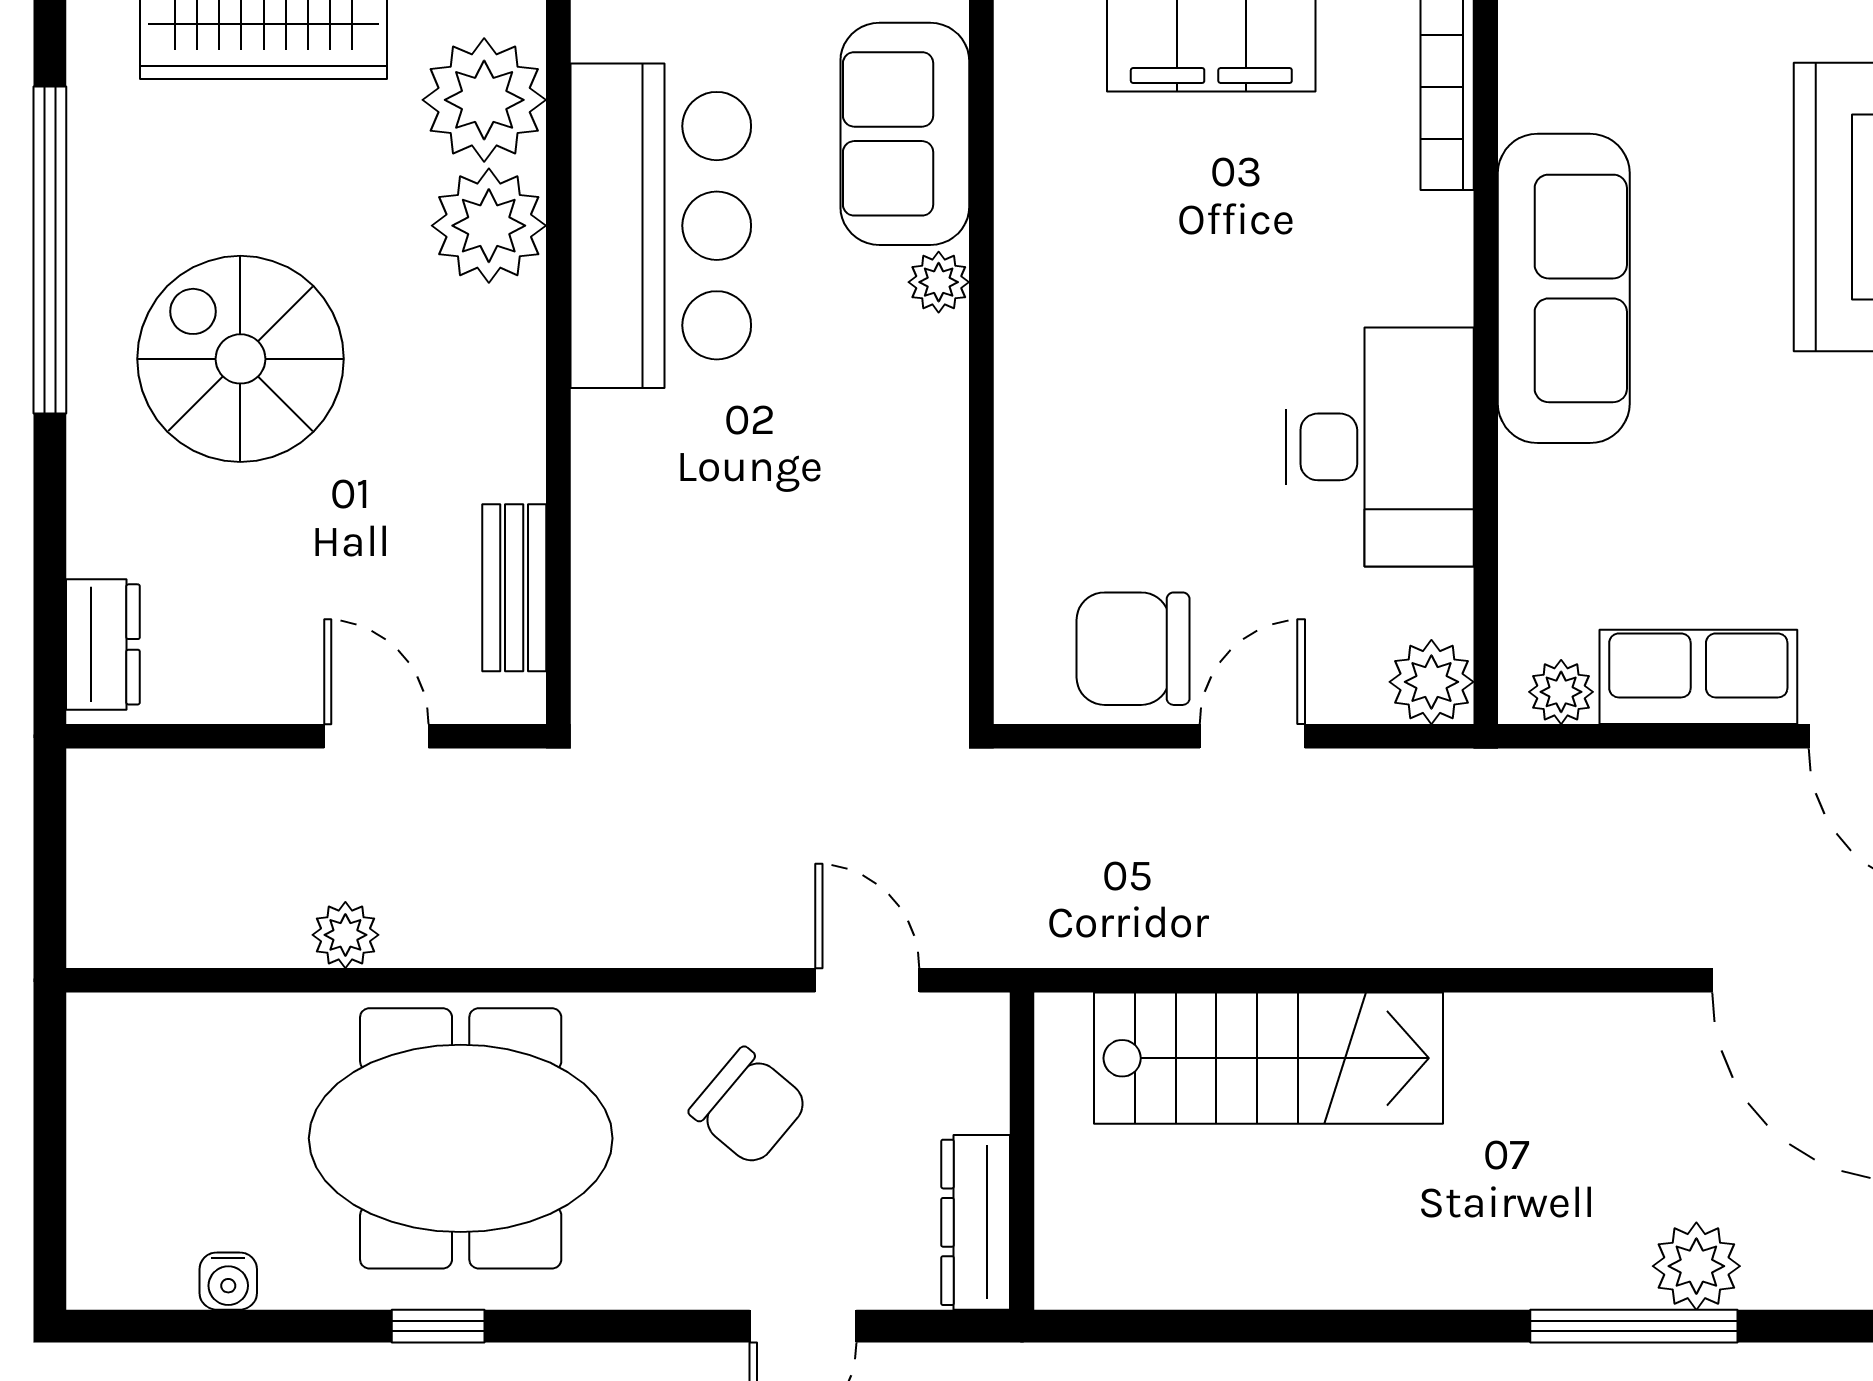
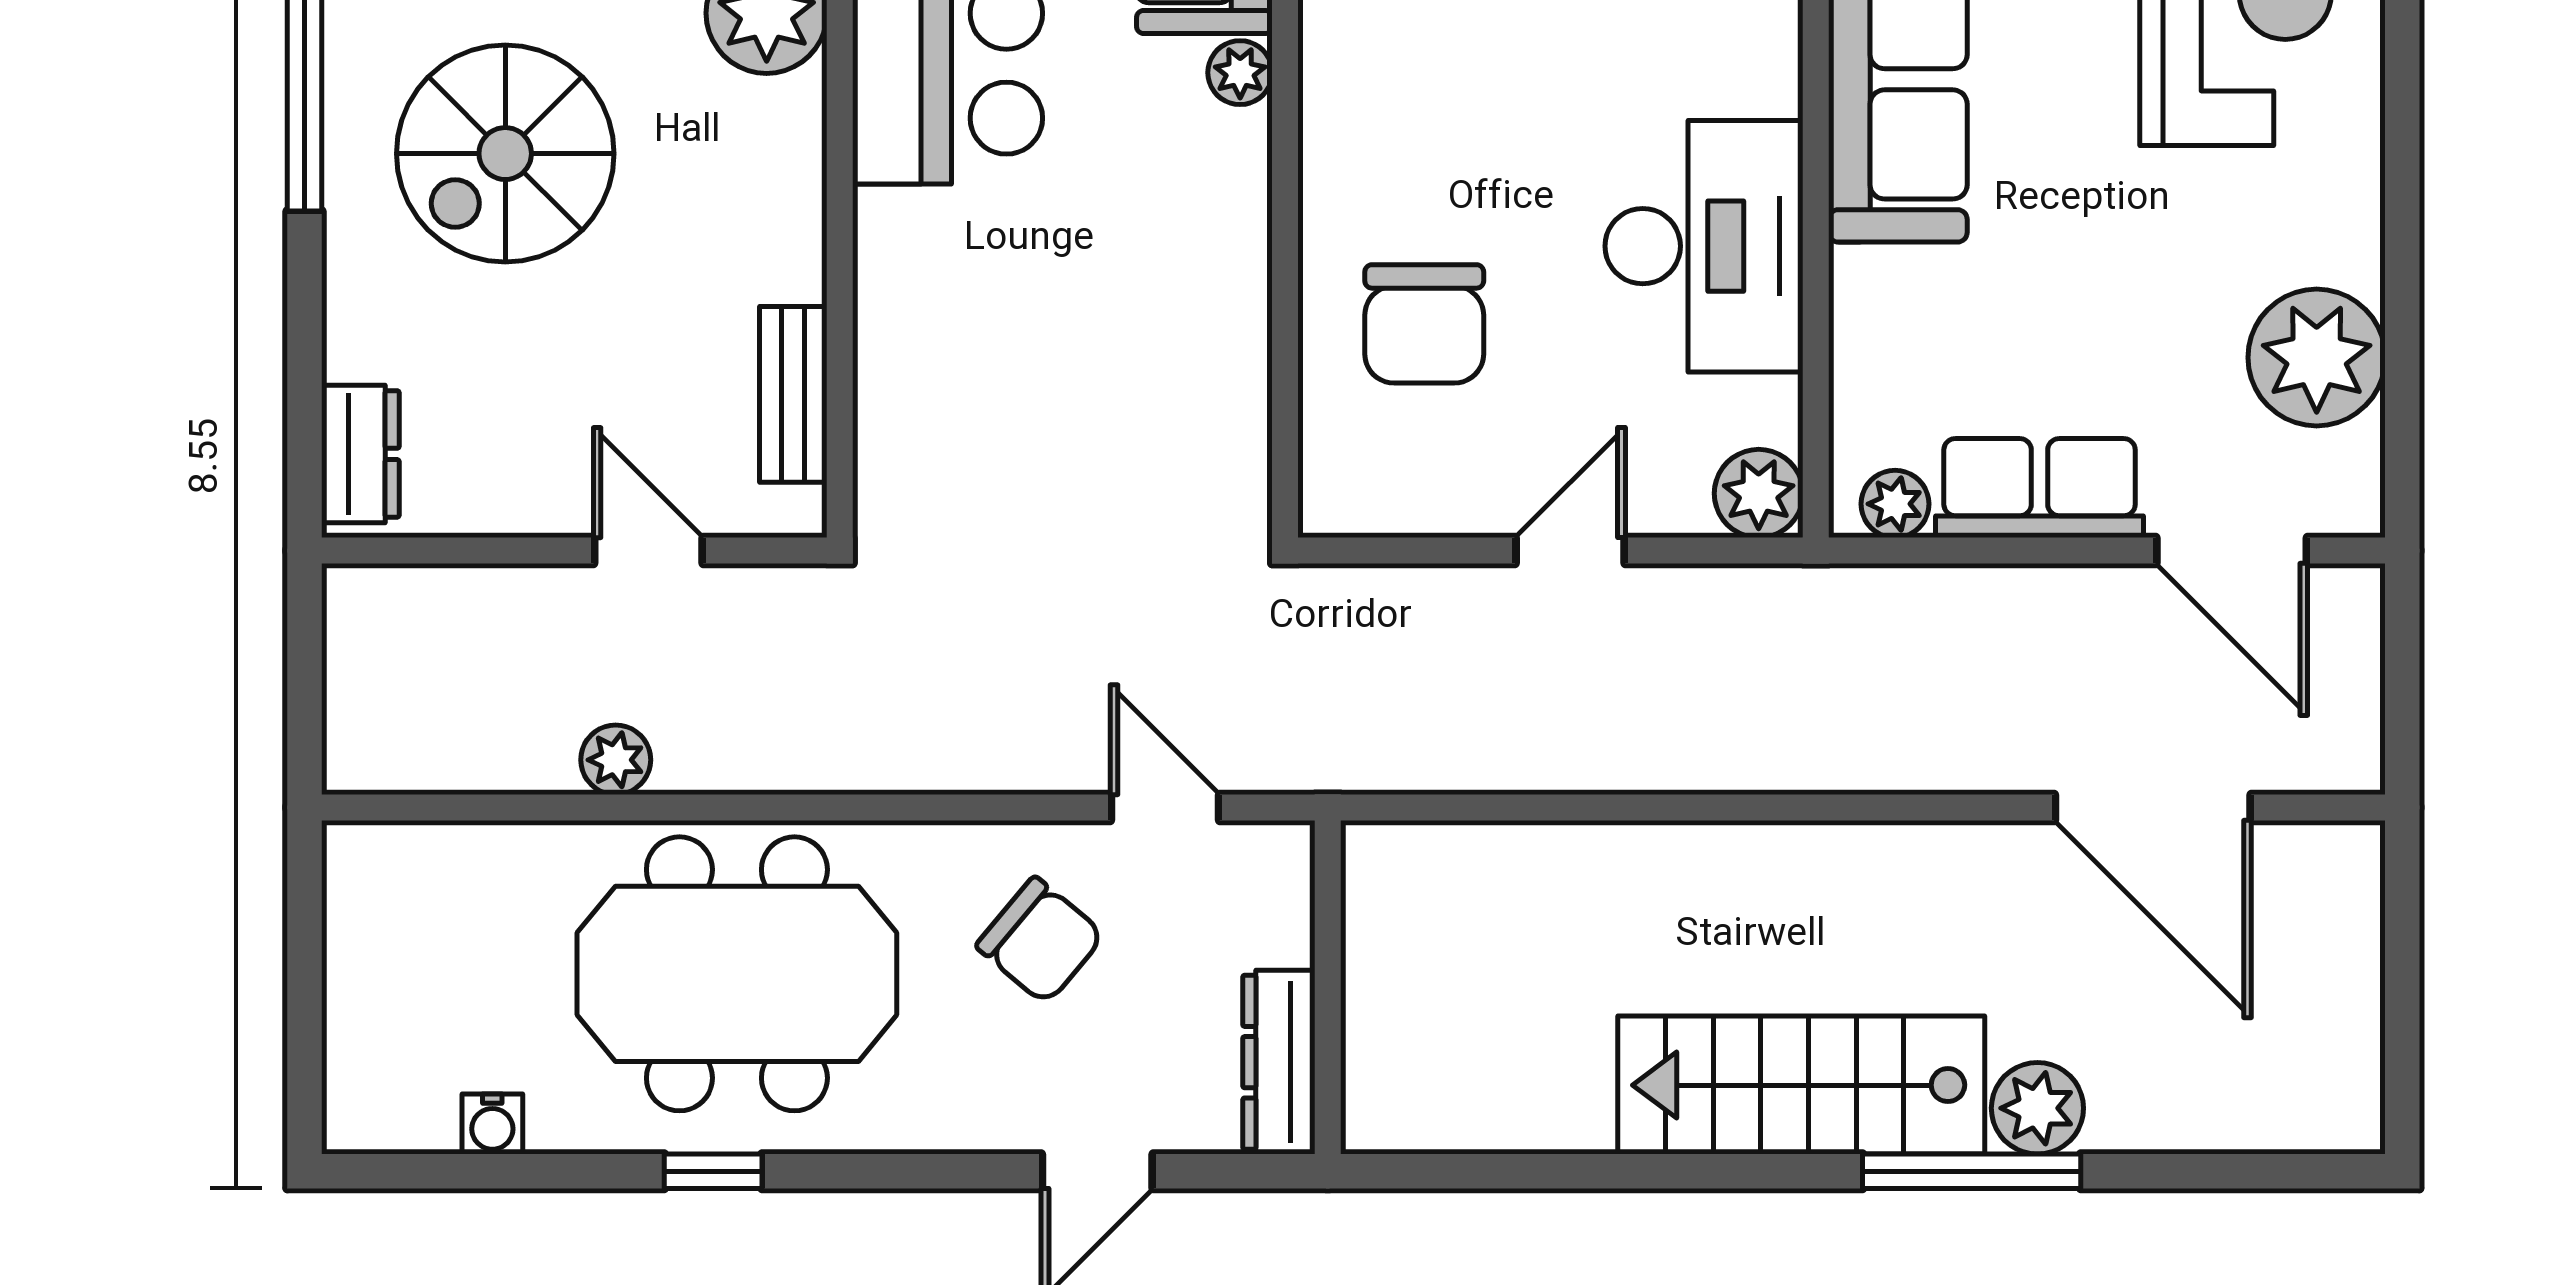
spiral stairs: (240, 359) -> (505, 154), turned -90
chair: (1133, 649) -> (1424, 324), moved, turned -90
stairs: (1268, 1058) -> (1801, 1085), moved, turned 180

